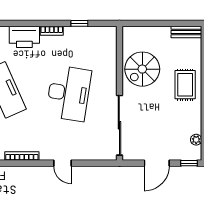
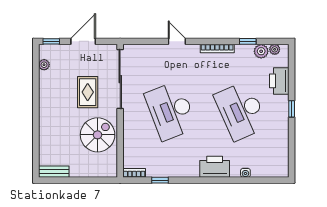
bookcase: (52, 31) -> (134, 173), moved
rug: (185, 85) -> (88, 92), moved
desk: (69, 93) -> (171, 111), turned -30

